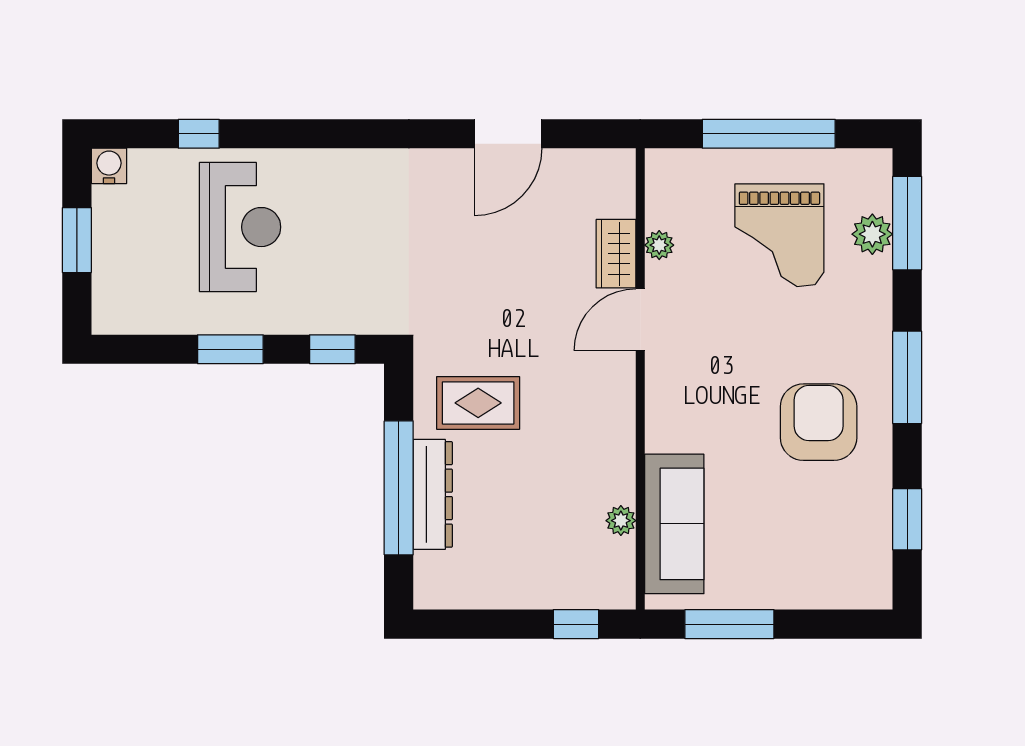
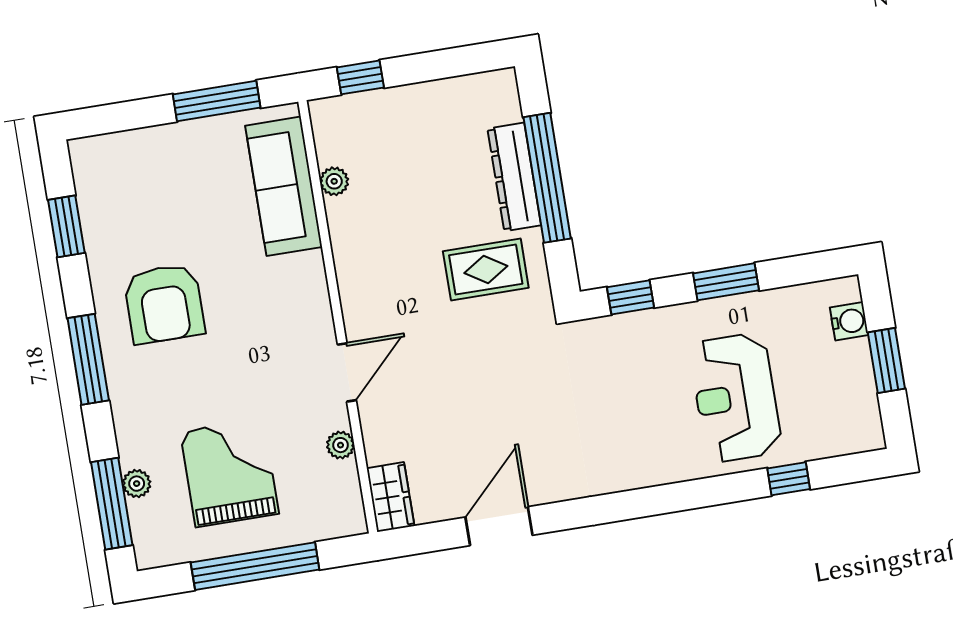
water cooler: (109, 166) -> (849, 321), moved, turned -90
plant: (872, 234) -> (137, 484), width x0.73, depth x0.73
wardrobe: (616, 254) -> (391, 497), moved

